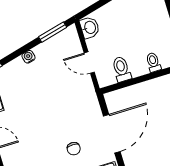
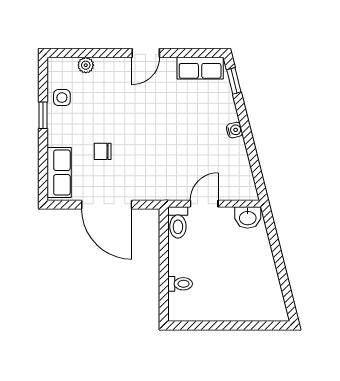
window: (53, 32) -> (256, 170), removed
toilet: (121, 69) -> (178, 222), moved, turned 90

